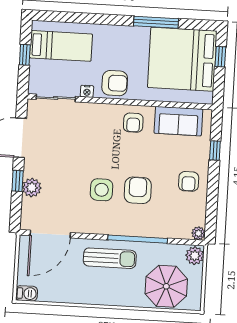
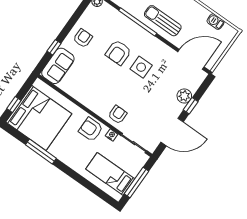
window: (25, 55) -> (136, 183), width x2.17
sofa: (178, 121) -> (58, 66), moved, turned 90
armchair: (133, 123) -> (118, 115), moved
barbecue: (27, 293) -> (216, 22), moved

